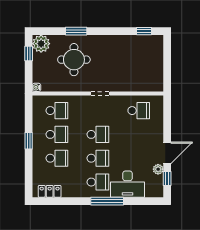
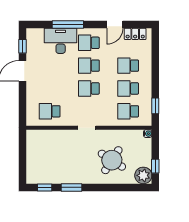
window: (76, 31) -> (72, 187), moved
round table: (74, 60) -> (112, 160), turned 33
window: (29, 141) -> (155, 106), moved
plant: (158, 169) -> (31, 55), removed
door: (71, 201) -> (115, 25), added
window: (107, 201) -> (68, 25), moved

